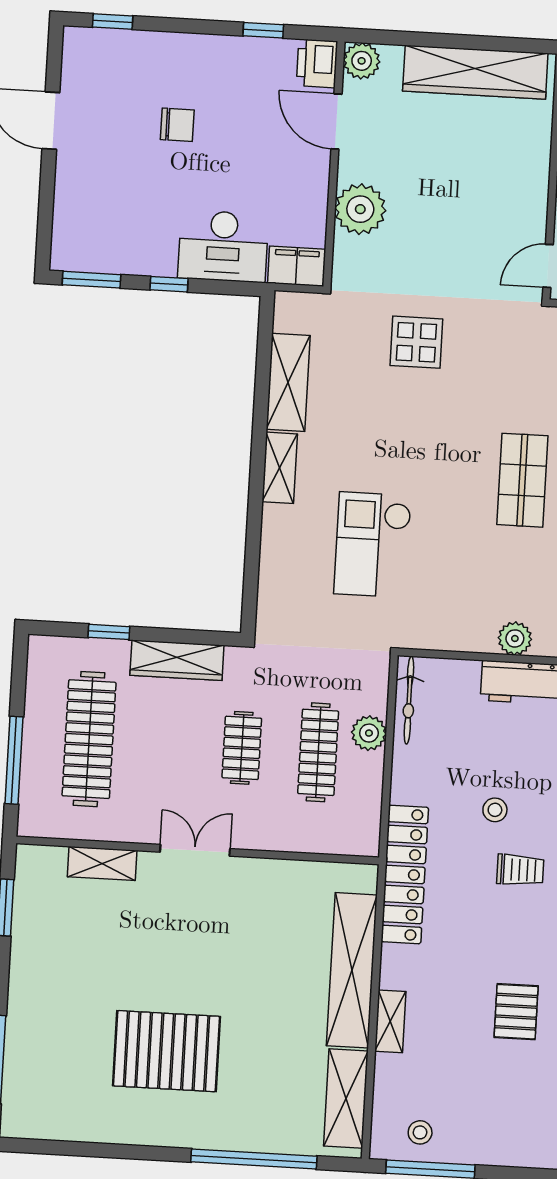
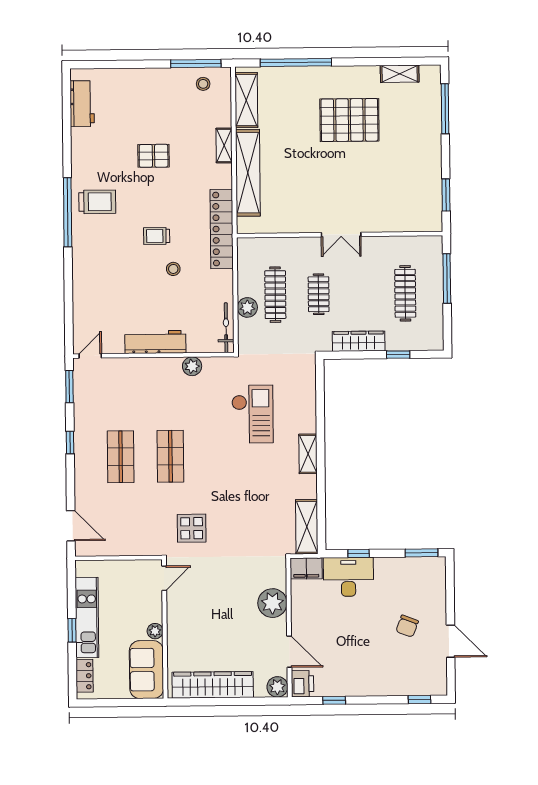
chair: (177, 125) -> (407, 626), moved, turned -69
window: (169, 284) -> (359, 554), moved
display table: (416, 342) -> (192, 528), moved
shelving: (288, 382) -> (307, 527), moved
plant: (515, 638) -> (192, 366), moved
clothes rail: (89, 739) -> (405, 293), width x0.73, depth x0.76
shelving: (102, 863) -> (400, 74), moved
pallet: (516, 1012) -> (154, 156), turned 90

